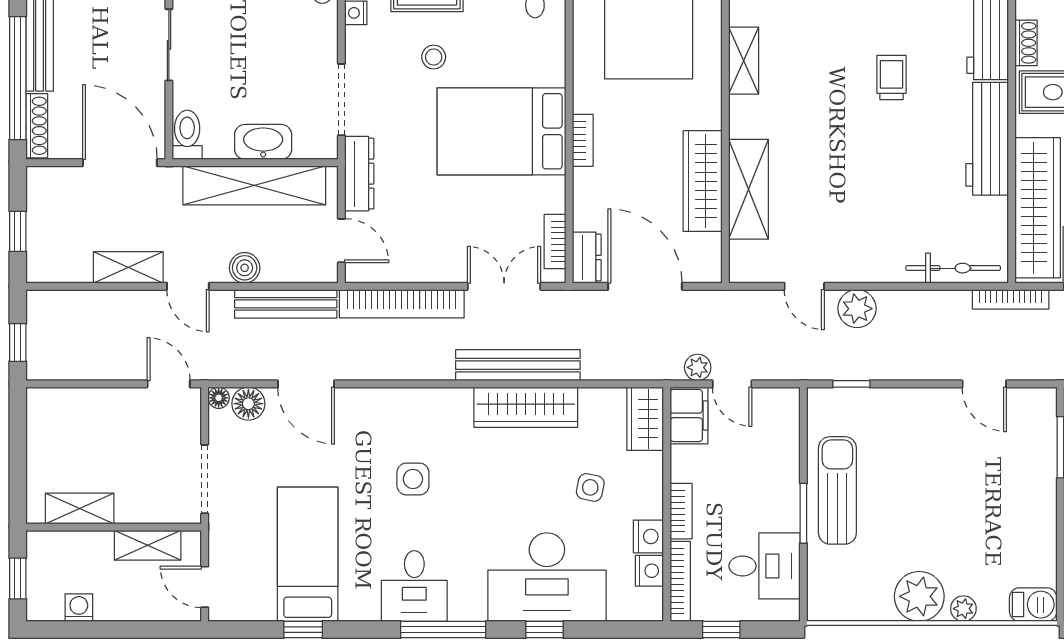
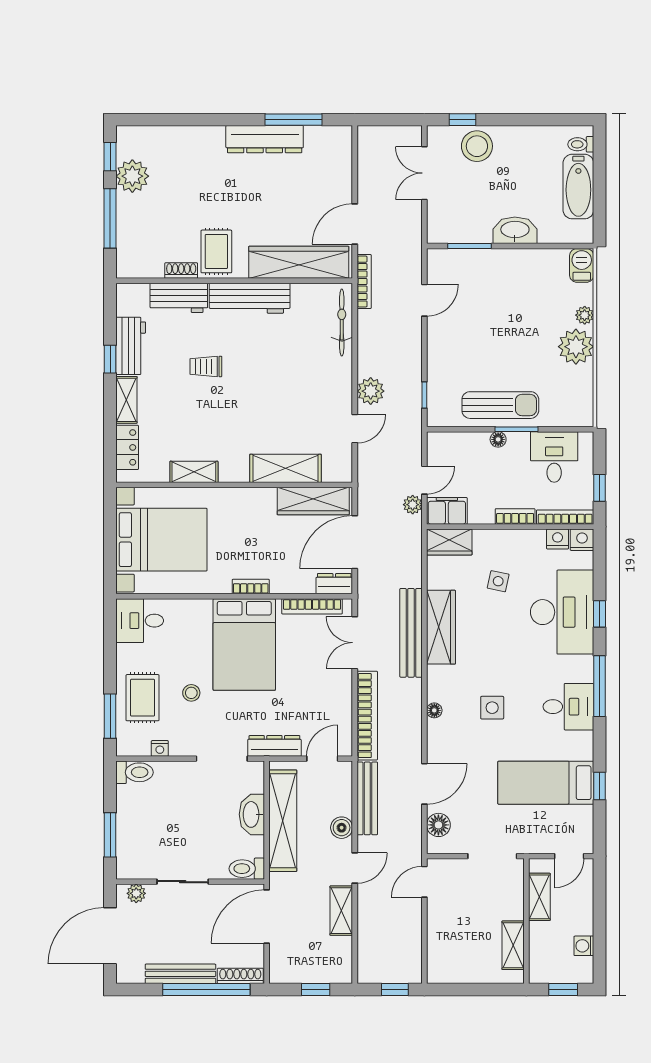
wardrobe: (703, 181) -> (313, 501), moved
bookcase: (555, 242) -> (312, 606), width x1.56
floor lamp: (219, 398) -> (434, 710), moved
floor lamp: (789, 487) -> (498, 439), added
sun lounger: (837, 490) -> (500, 405), turned 180
nightstand: (648, 536) -> (582, 540), moved

